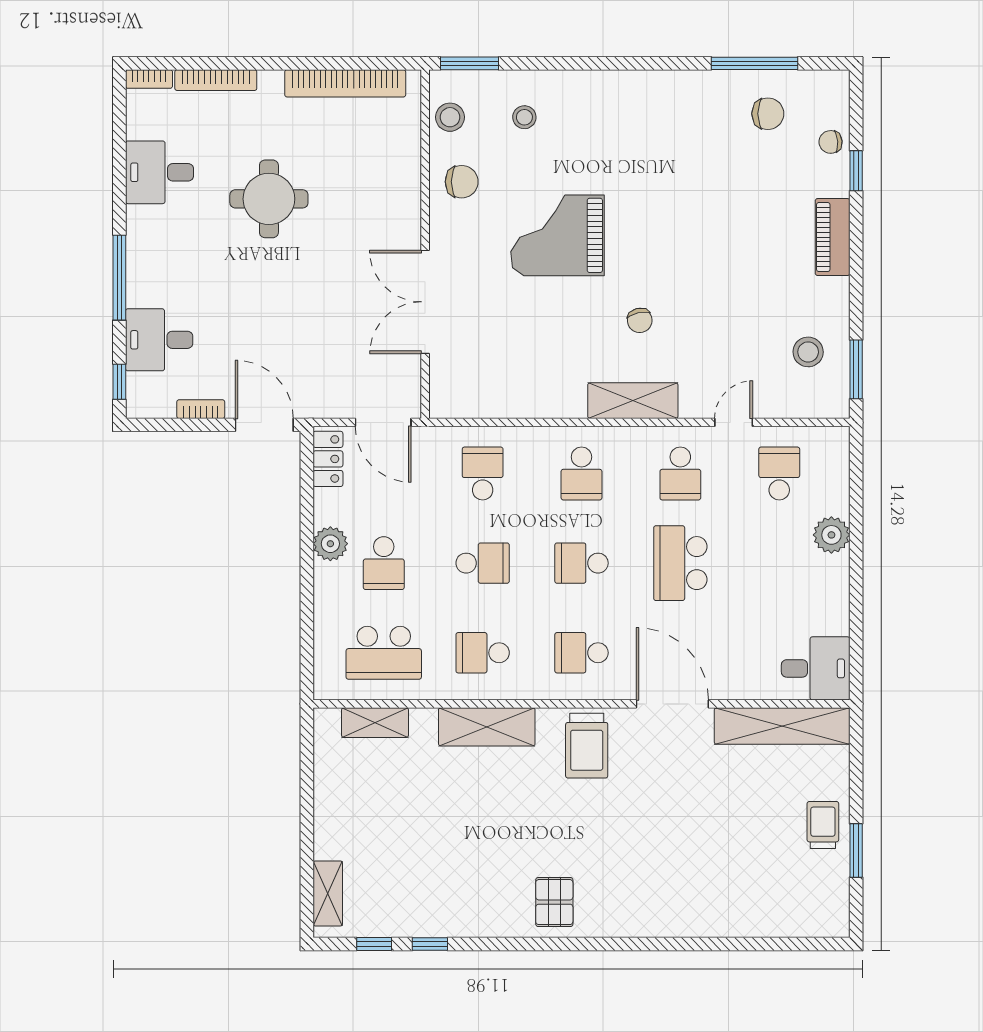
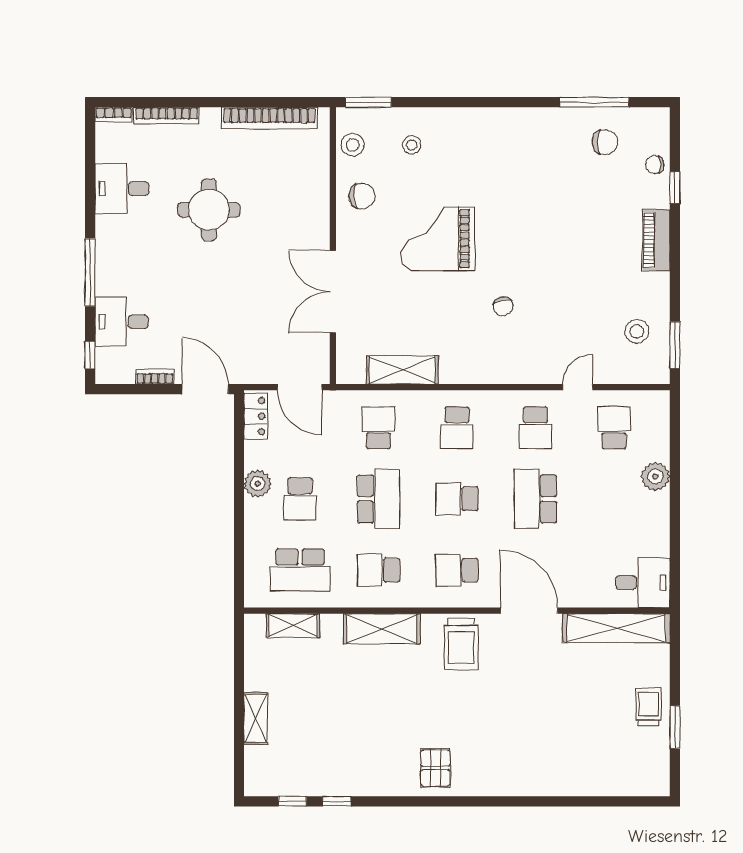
shelving: (633, 401) -> (402, 370), moved
school desk: (483, 563) -> (378, 499), width x1.85
shelving: (328, 893) -> (256, 718), moved

